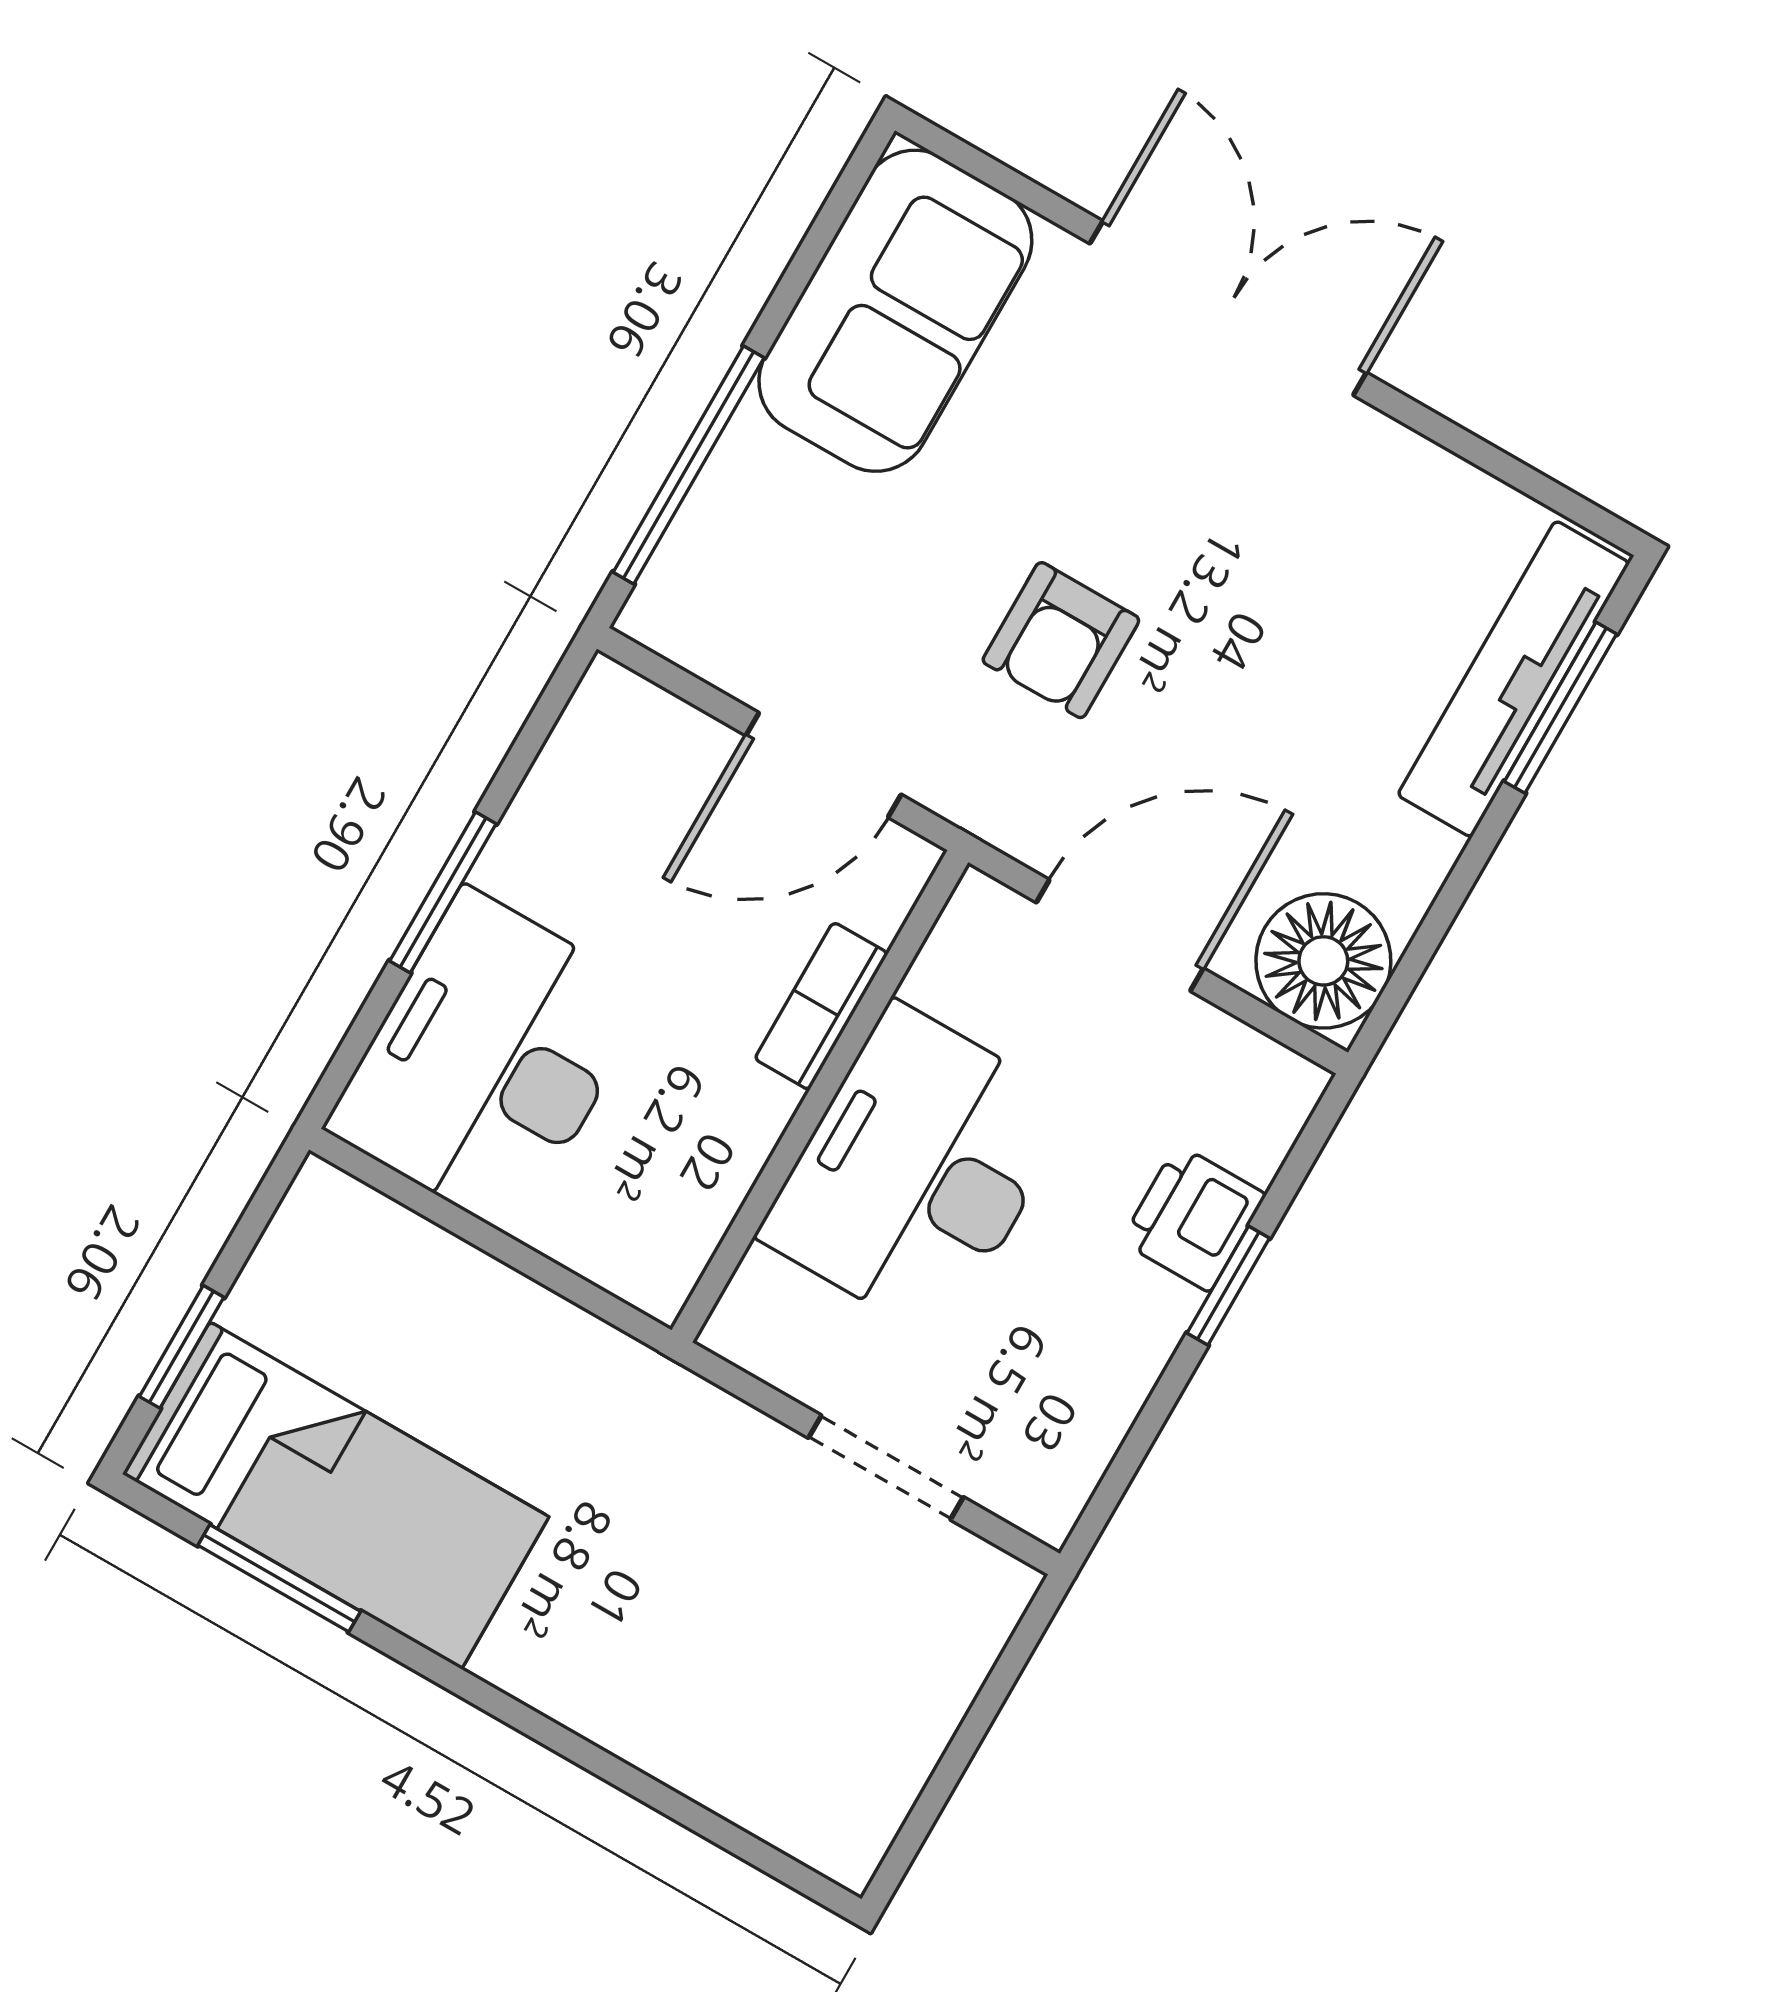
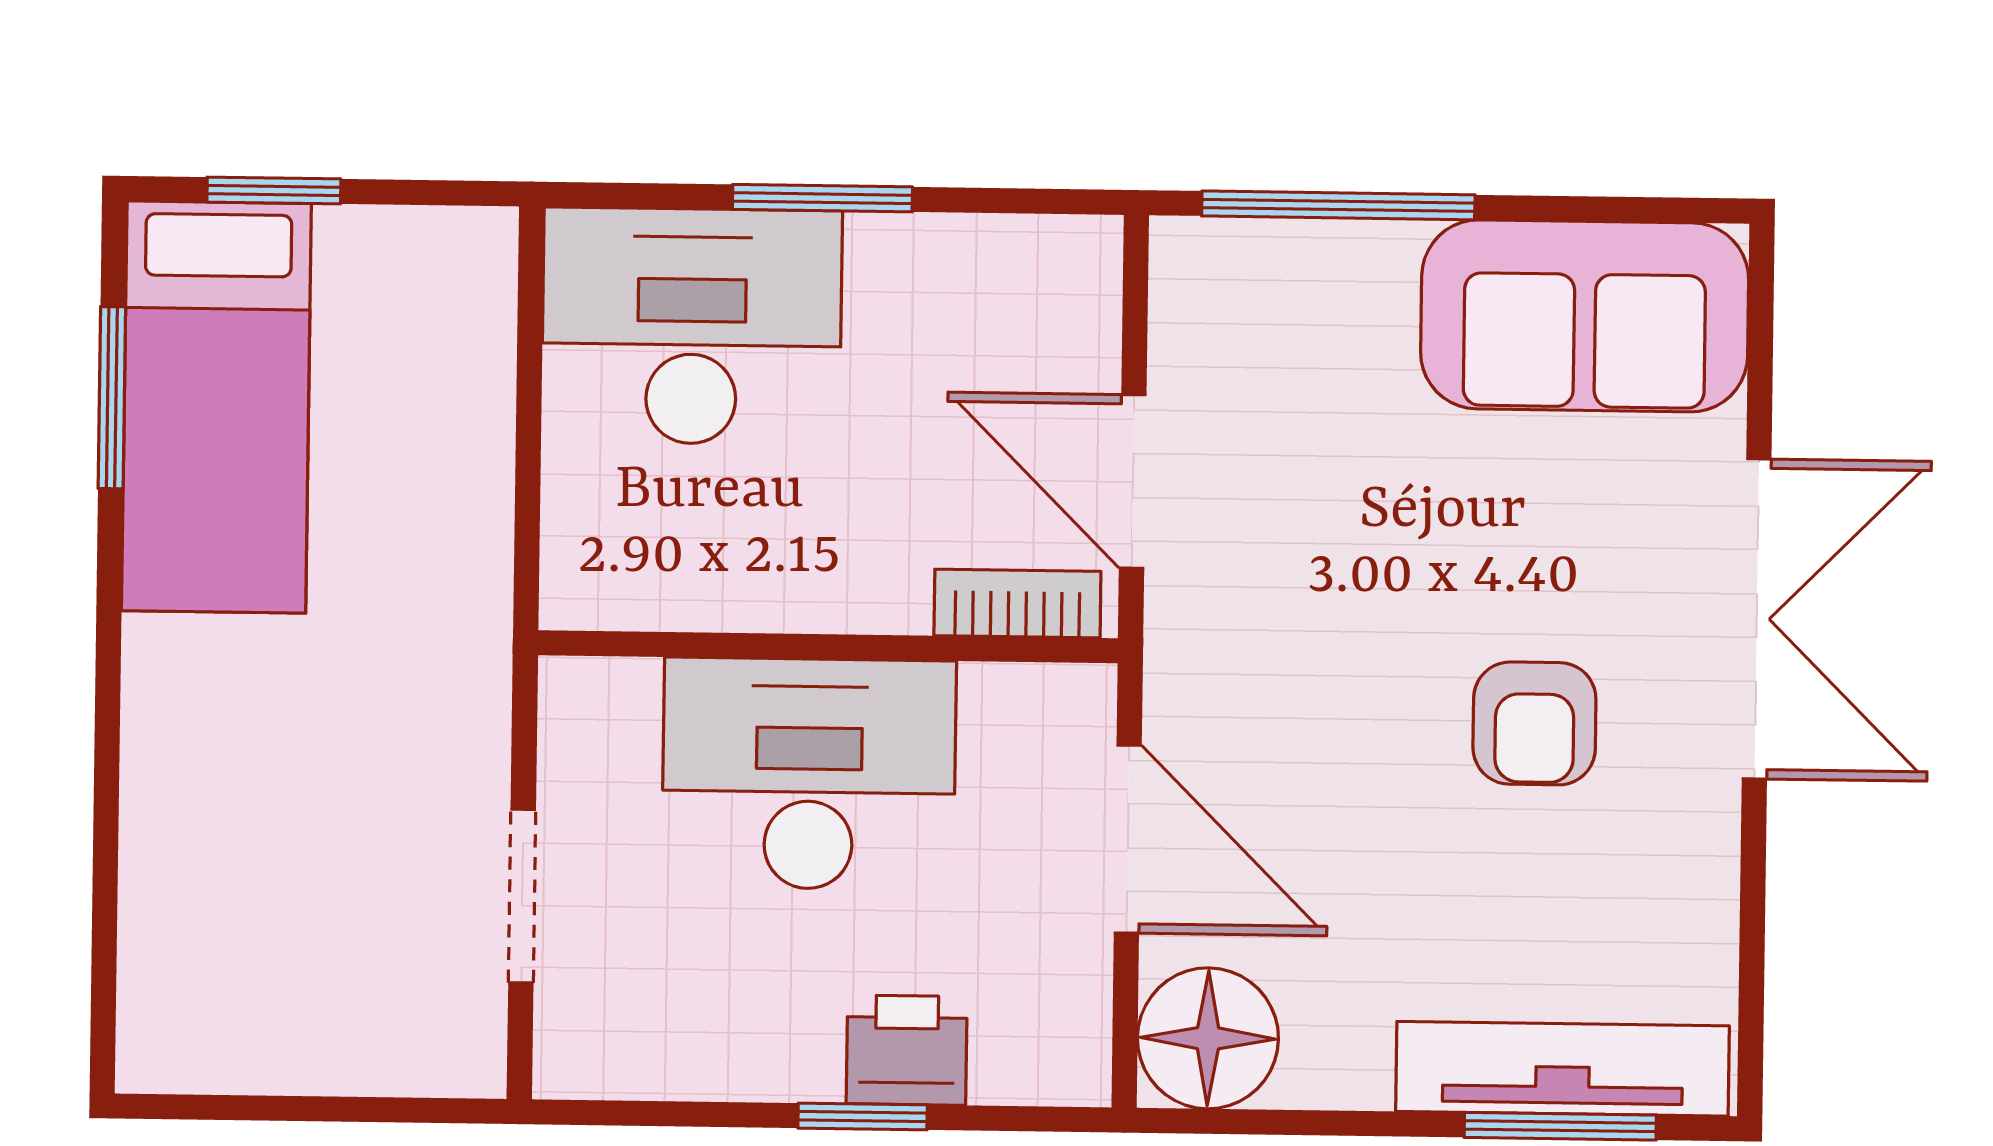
armchair: (1061, 640) -> (1534, 723), moved, turned -90
bookcase: (821, 1006) -> (1017, 604), moved

